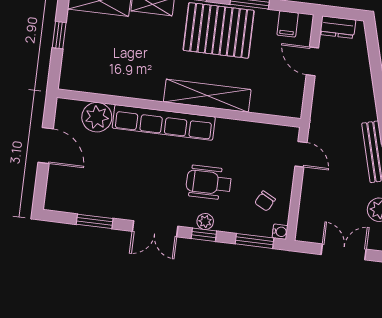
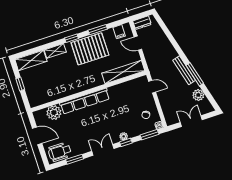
shelving: (207, 96) -> (123, 72), moved
wheelchair: (209, 183) -> (60, 152), moved
double door: (155, 229) -> (103, 150), swing flipped

